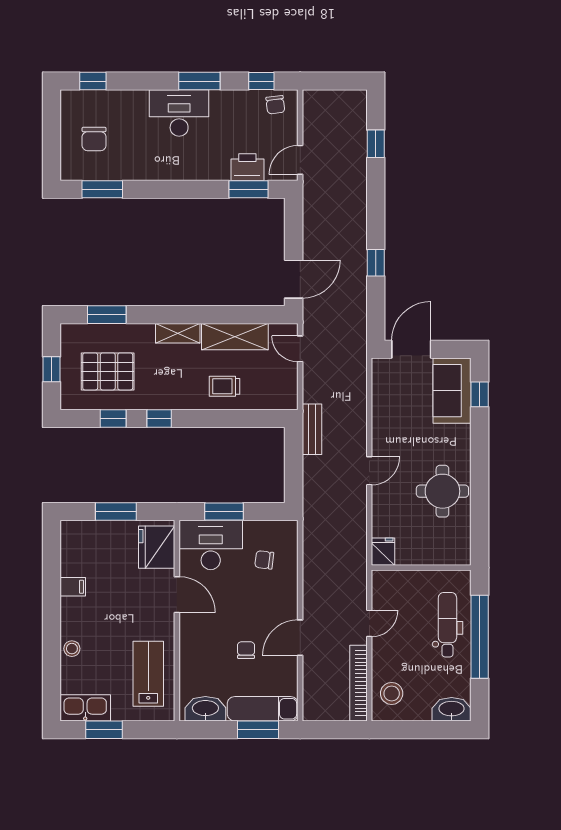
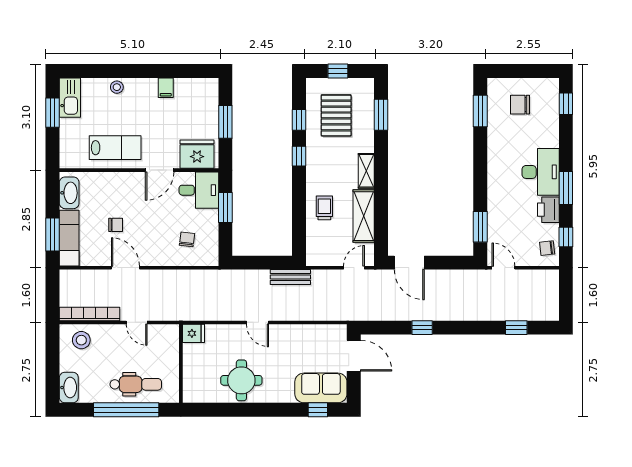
printer: (247, 167) -> (548, 210), moved, turned 180
desk: (211, 545) -> (199, 190), width x0.73
lab bench: (148, 674) -> (115, 148), moved

